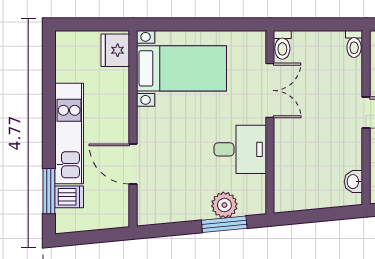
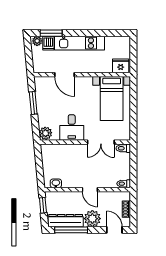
door: (133, 164) -> (65, 75), swing flipped
plant: (224, 205) -> (46, 133), moved
plant: (65, 220) -> (37, 41), added
window: (224, 224) -> (33, 103), moved

